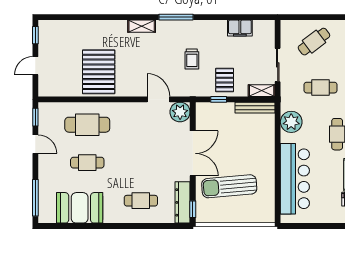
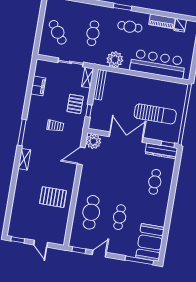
pallet: (99, 72) -> (53, 197), width x0.73, depth x0.71
pallet: (225, 80) -> (75, 104), turned 90
sun lounger: (229, 186) -> (155, 114), turned -85
booth: (80, 208) -> (150, 242), moved

